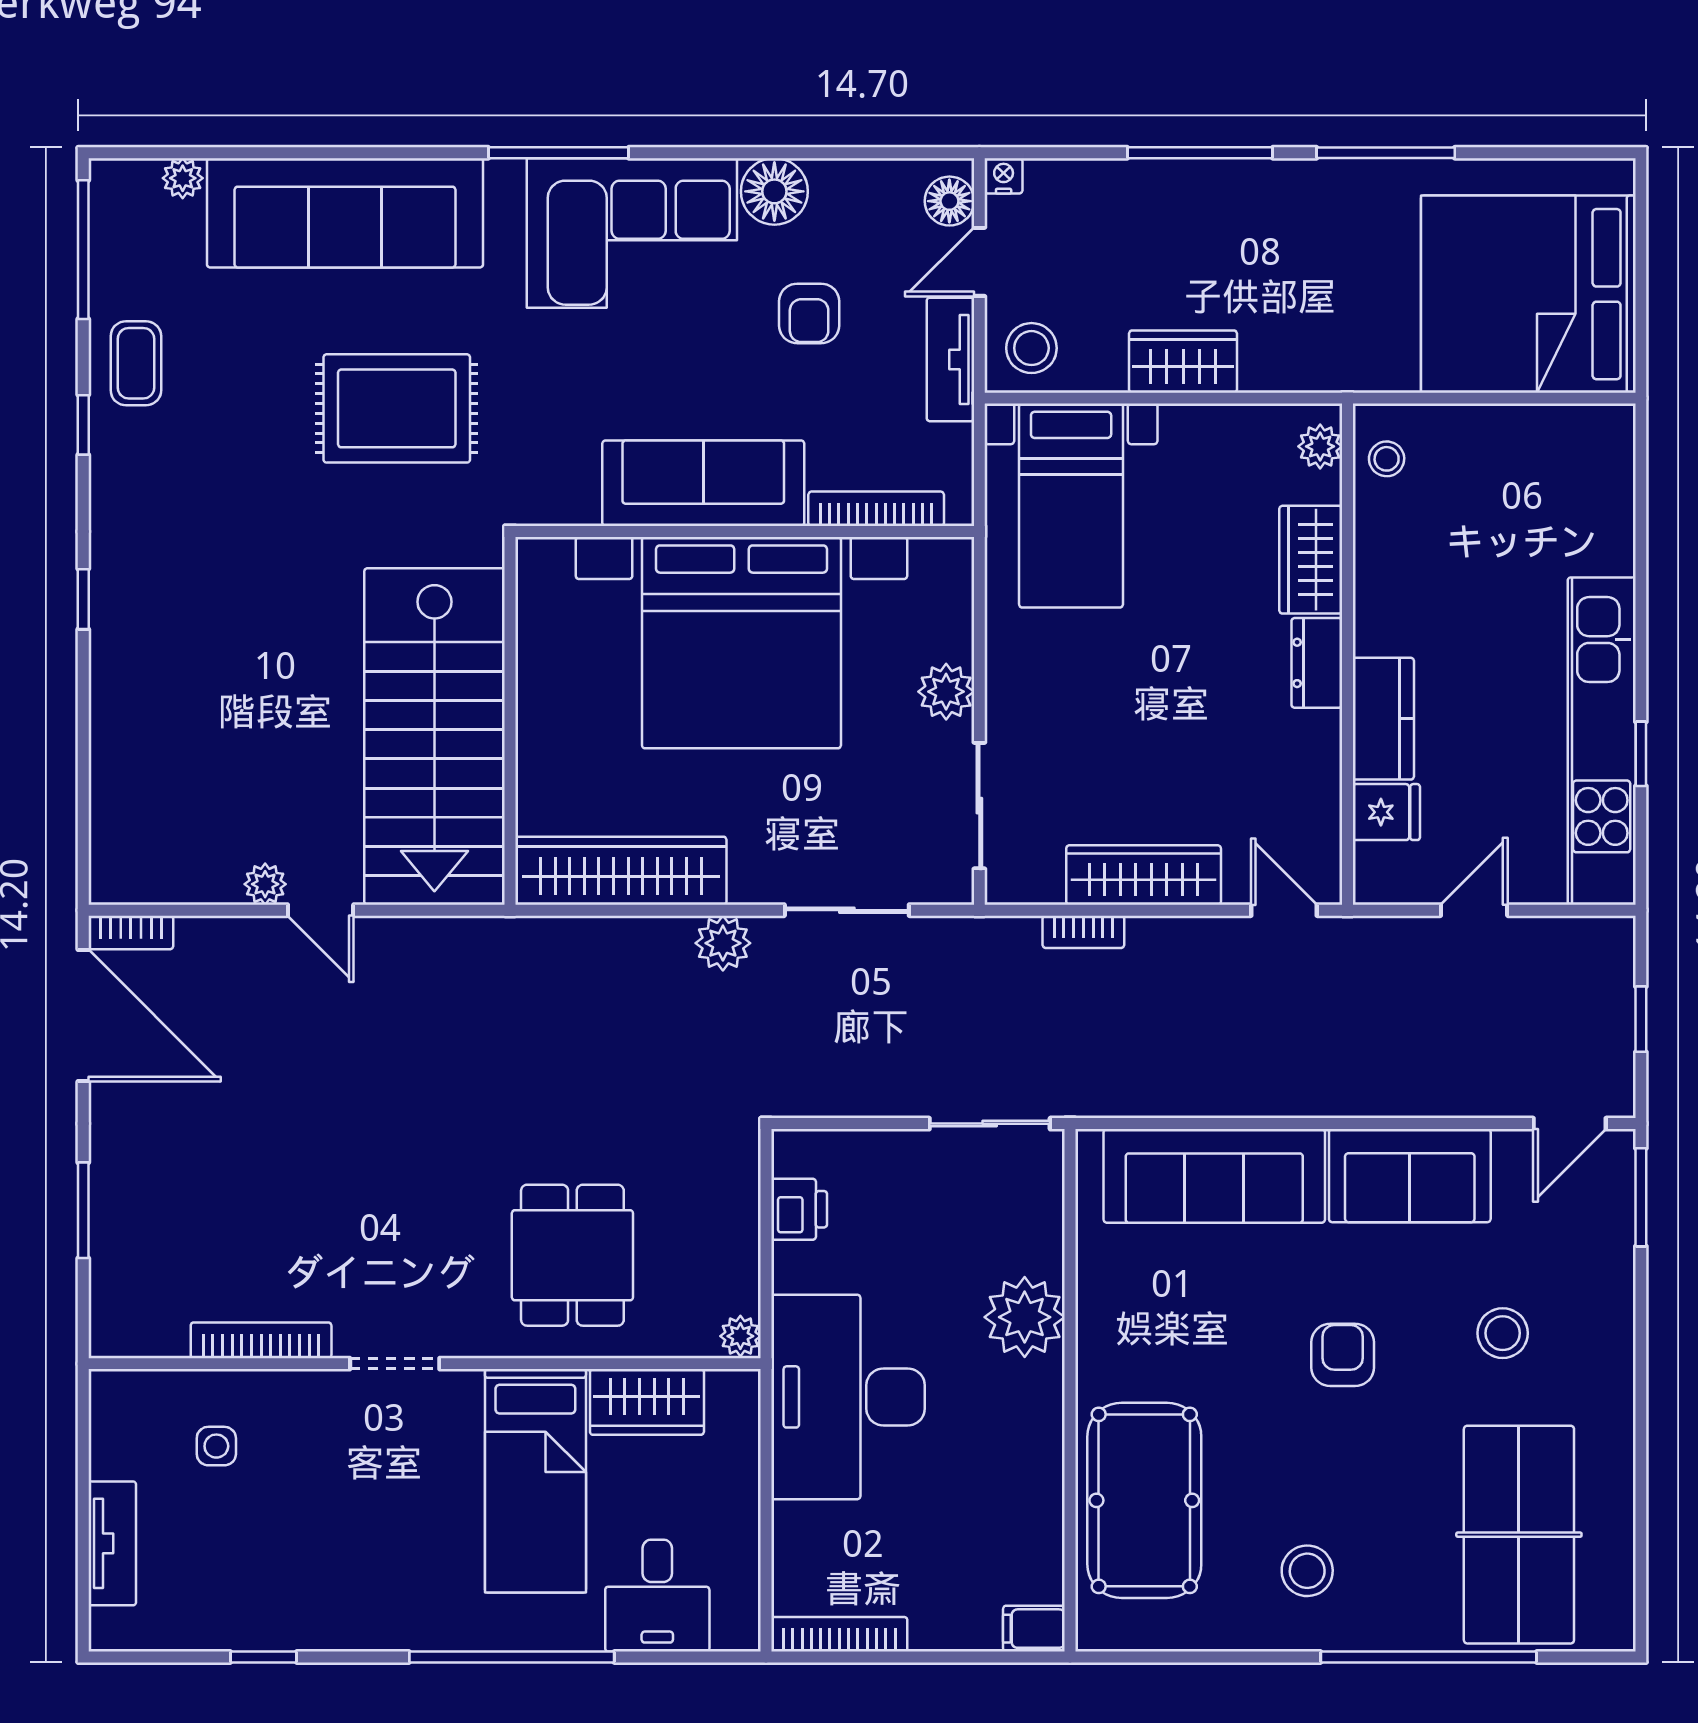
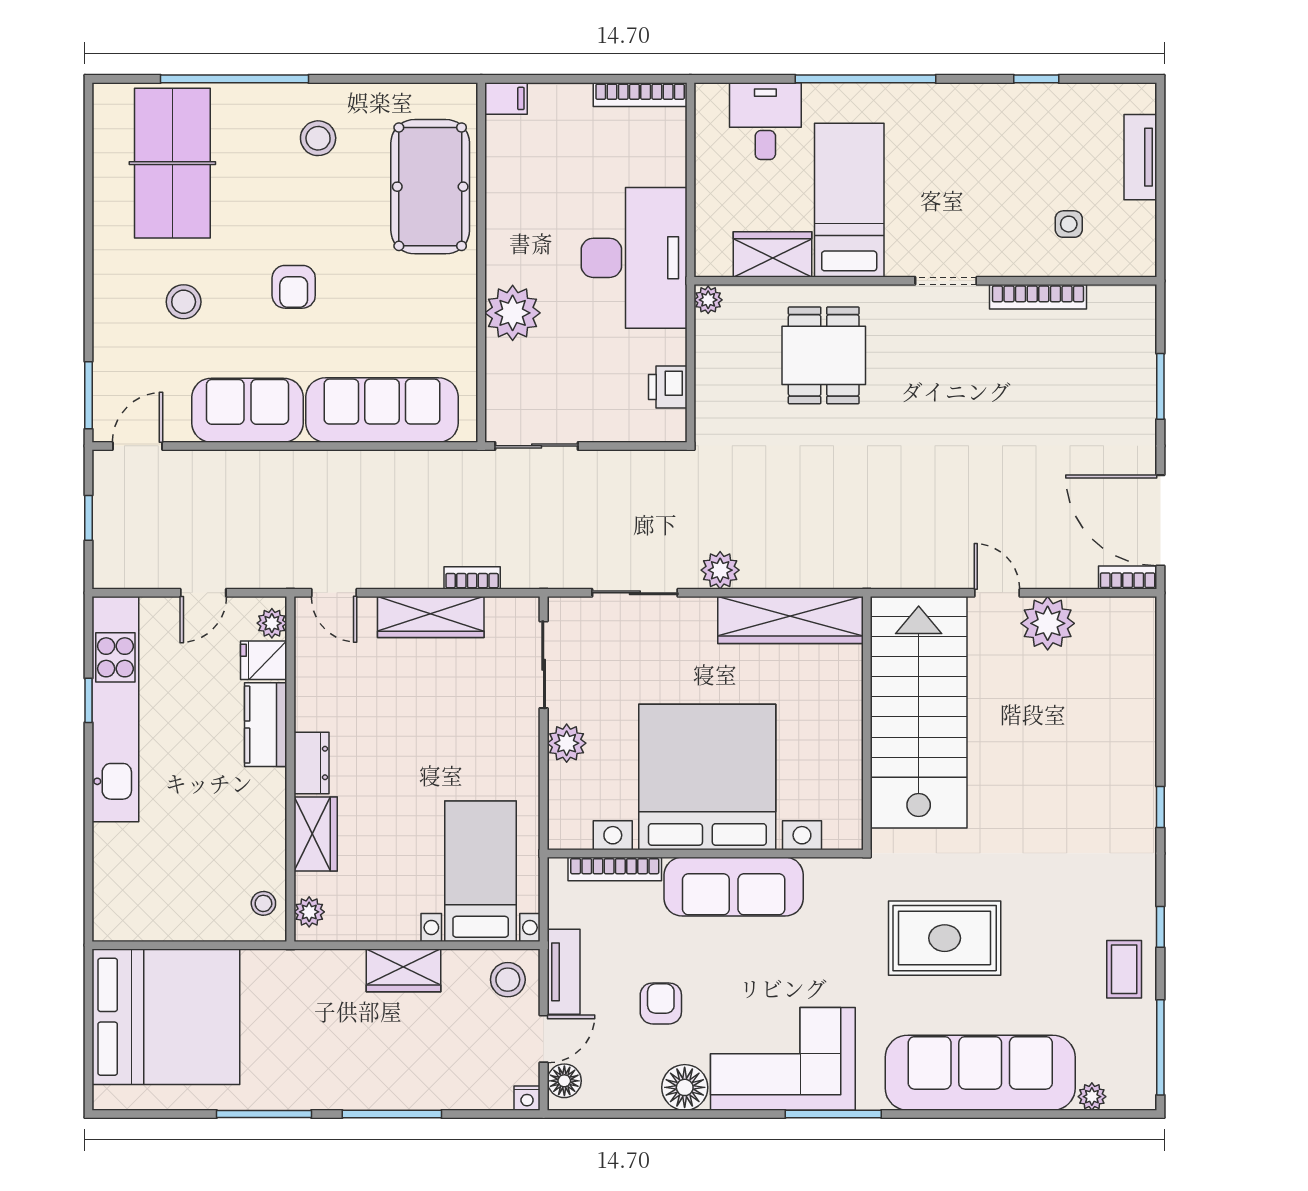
plant: (1374, 866) -> (272, 623), added
plant: (265, 884) -> (1048, 623), width x1.87, depth x1.87

